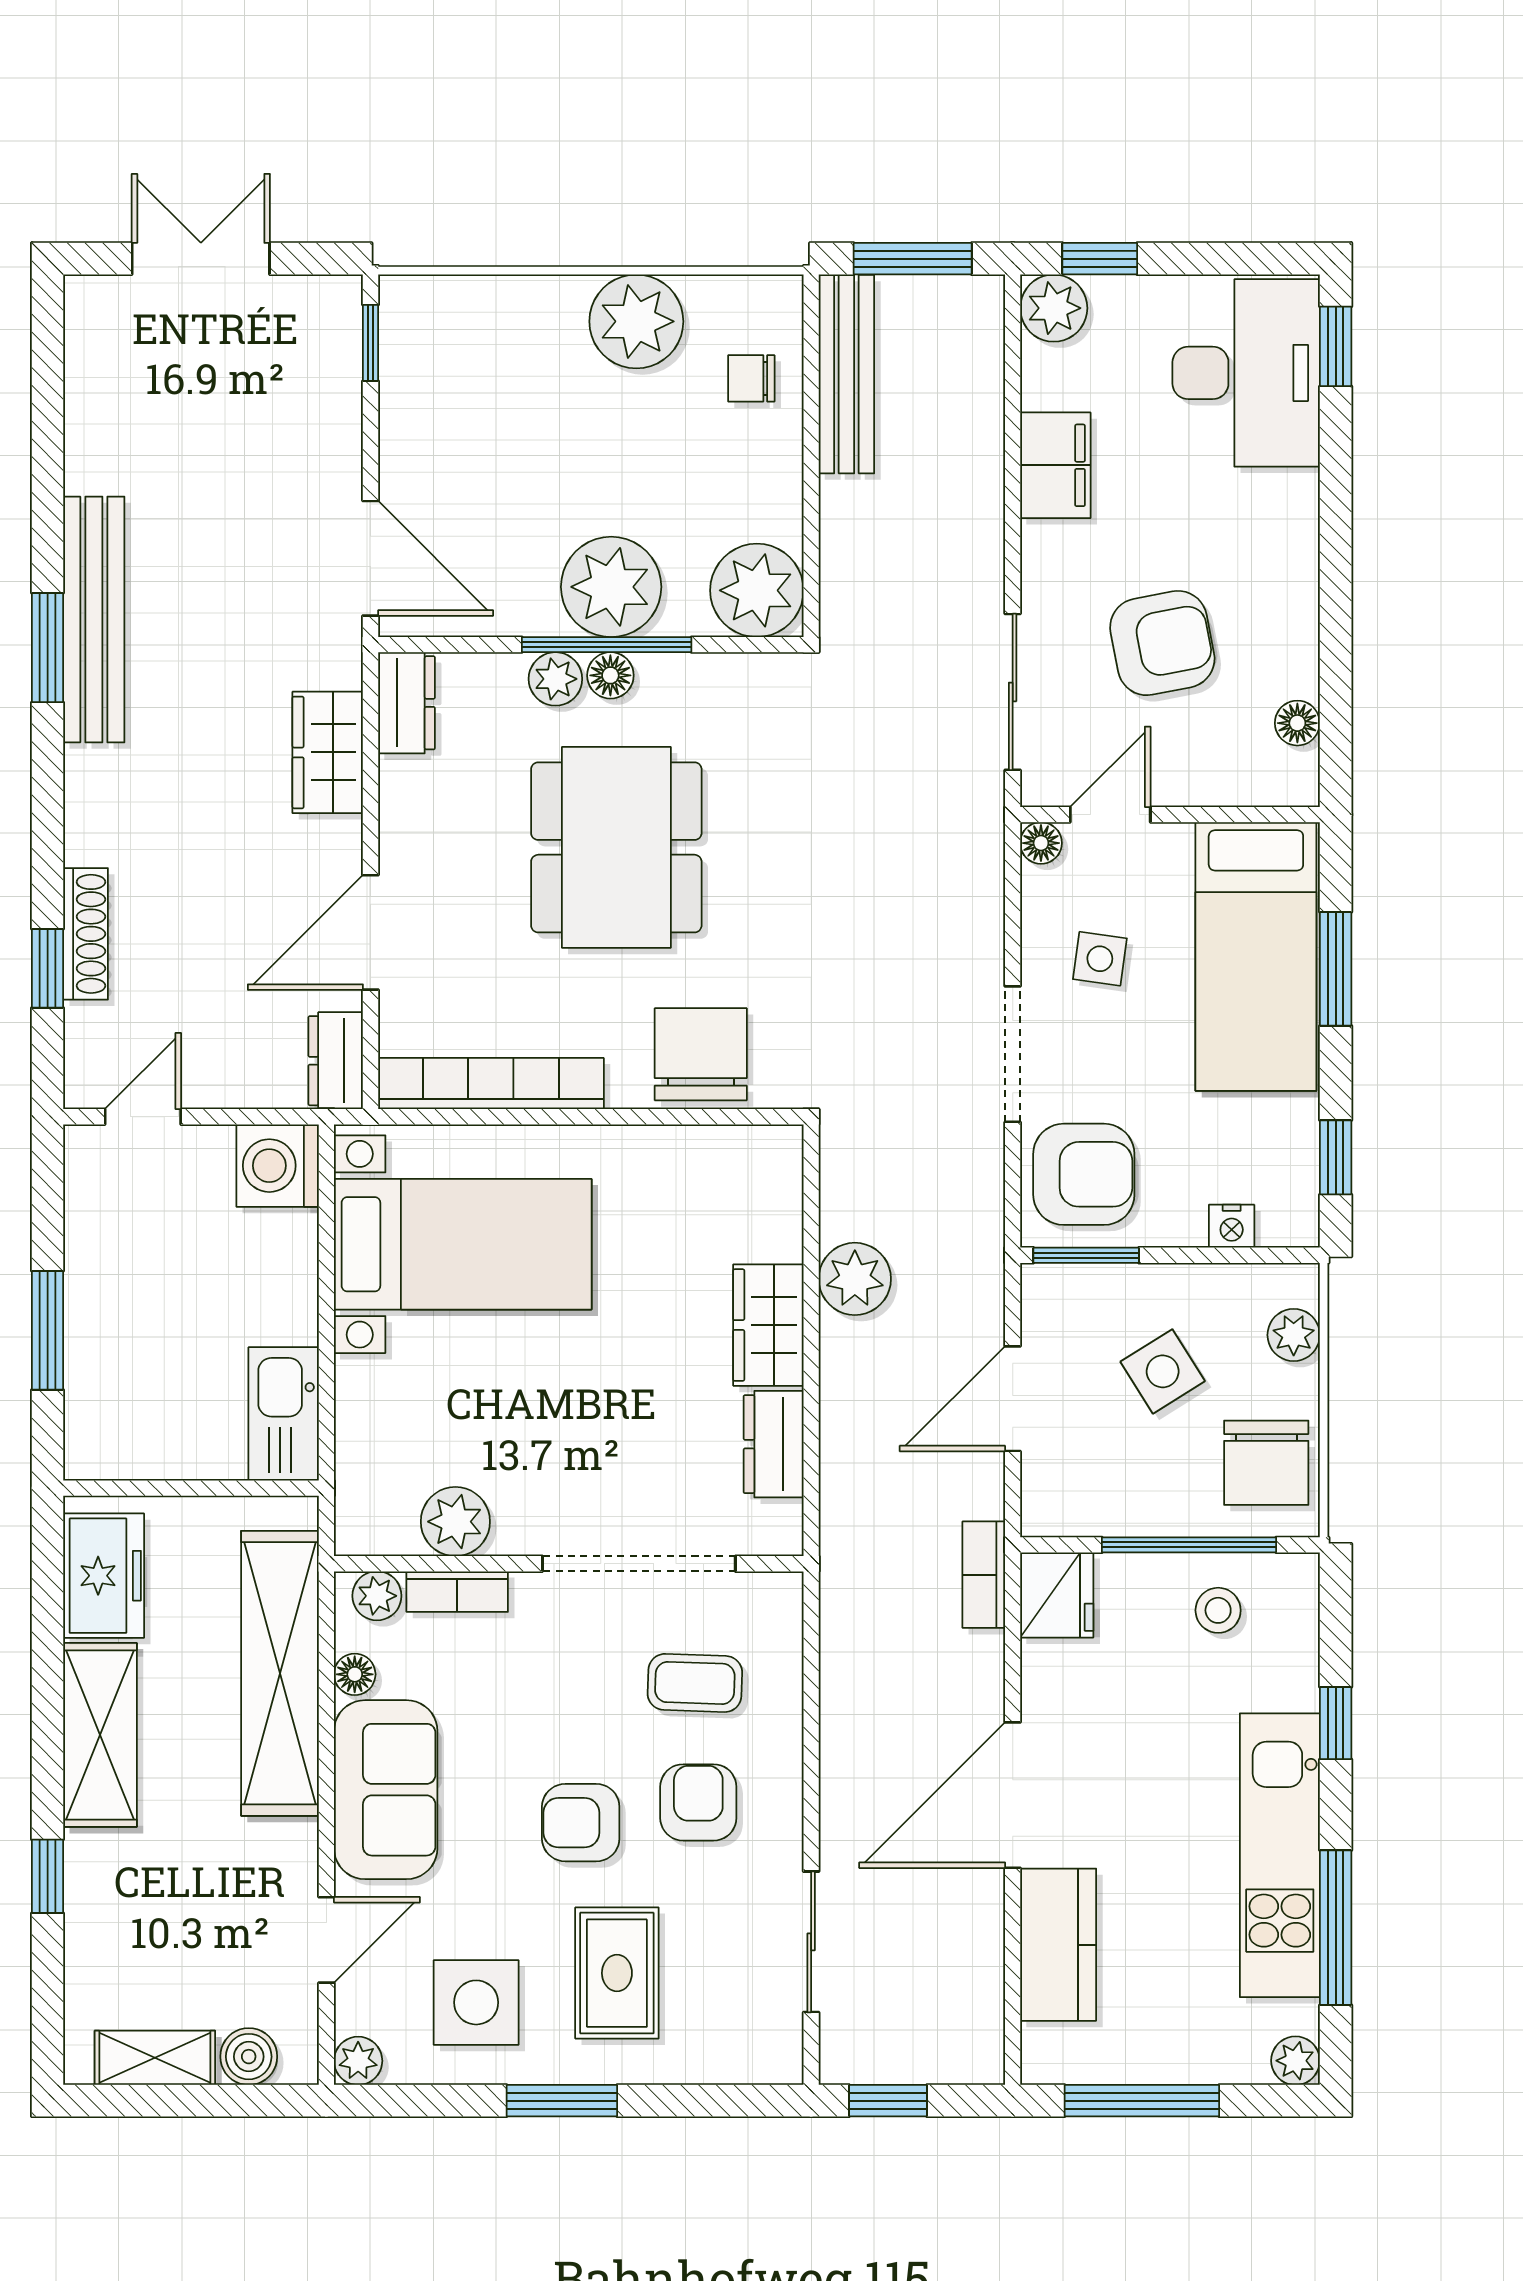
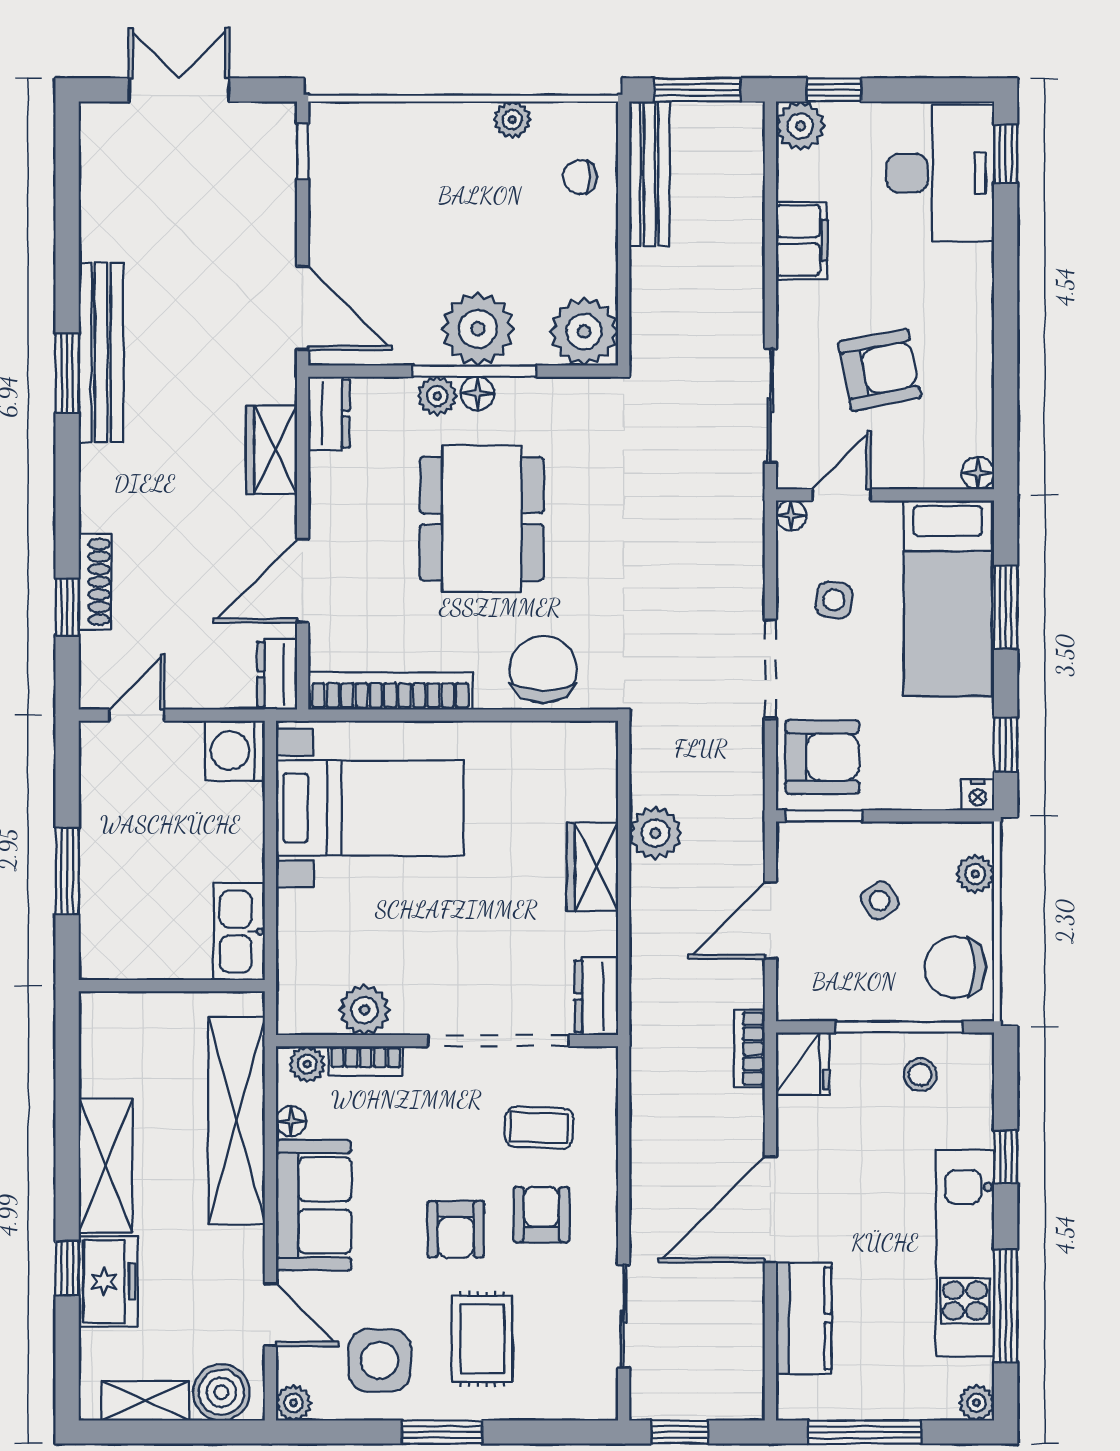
plant: (636, 321) -> (512, 120), width x0.53, depth x0.53
floor lamp: (1297, 723) -> (978, 473), moved
nightstand: (1232, 1226) -> (978, 795), moved
side table: (1163, 1371) -> (880, 901), width x0.73, depth x0.73
dresser: (774, 1444) -> (596, 996), moved
chair: (1266, 1463) -> (955, 967), turned 90
freezer: (104, 1576) -> (108, 1282), moved
armchair: (581, 1823) -> (456, 1229), turned -90
door: (326, 1940) -> (270, 1315), hinge flipped
boiler: (249, 2057) -> (221, 1392), width x1.36, depth x1.36

